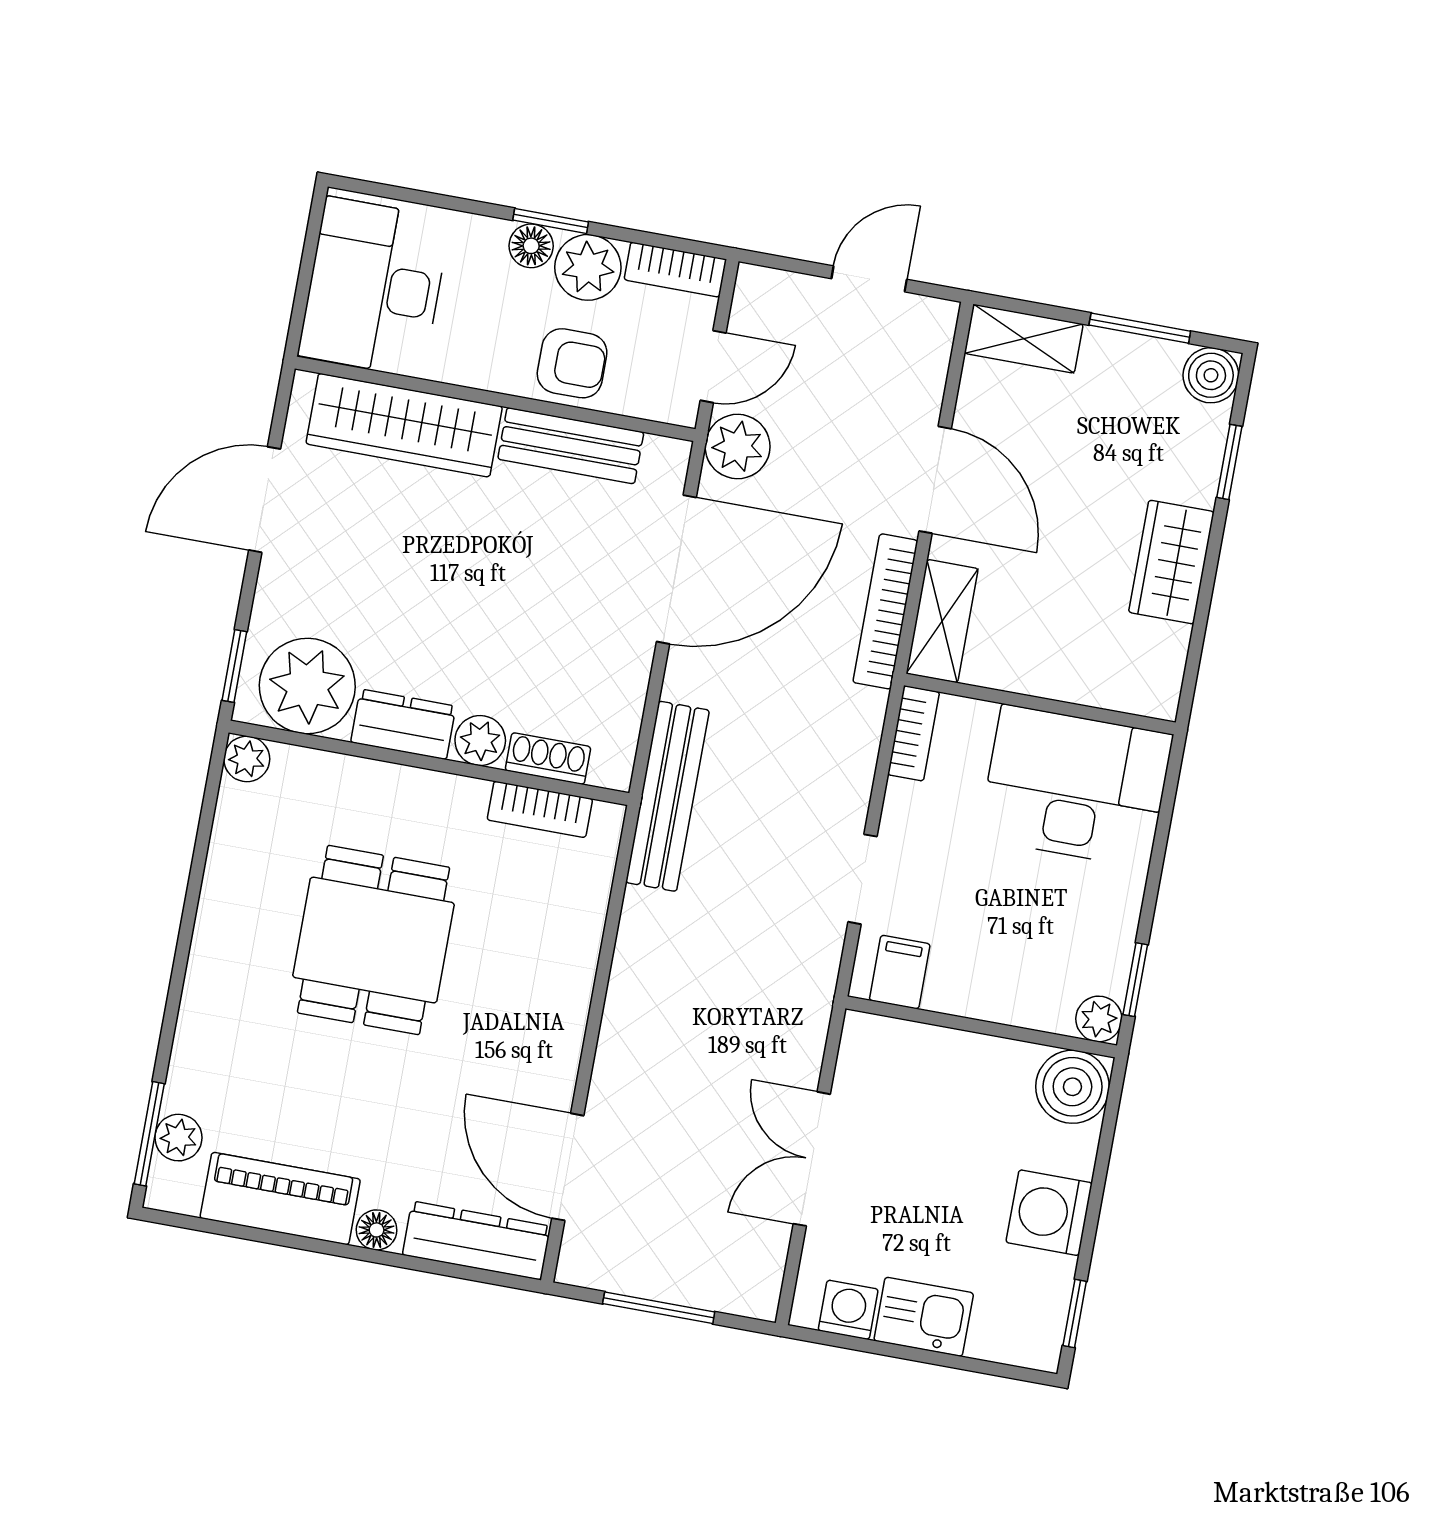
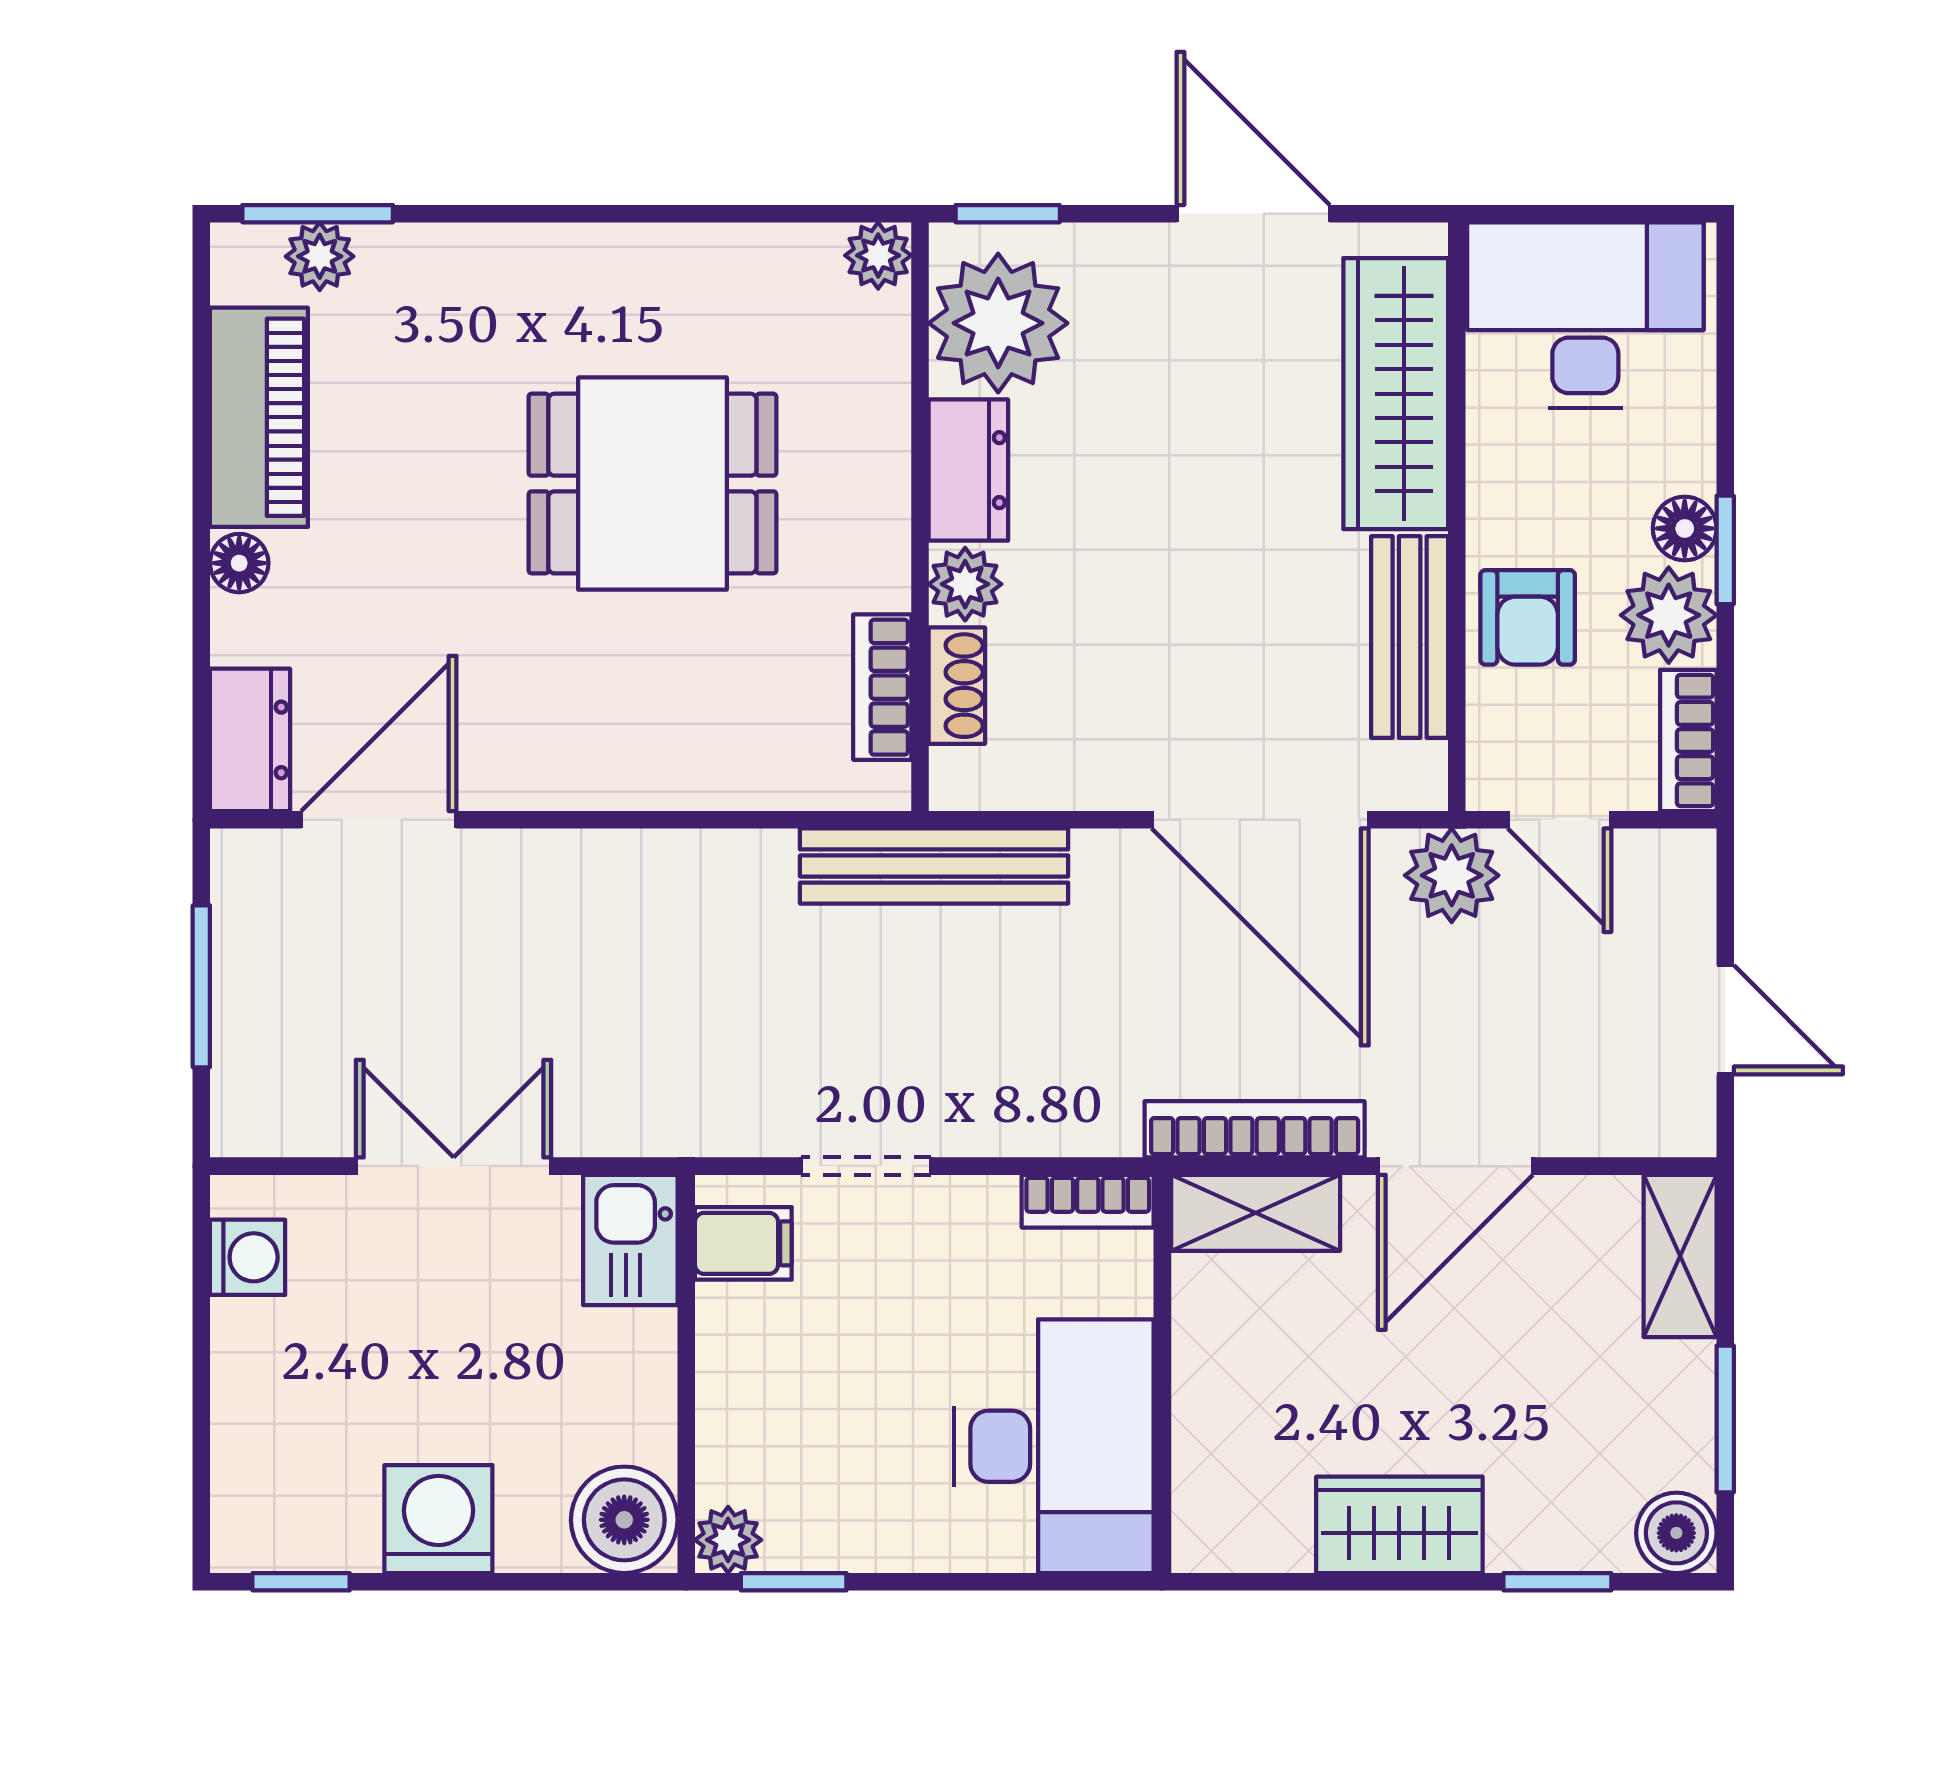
dresser: (477, 1241) -> (250, 740), width x0.70
kitchen sink: (924, 1317) -> (630, 1240), moved, turned 180

